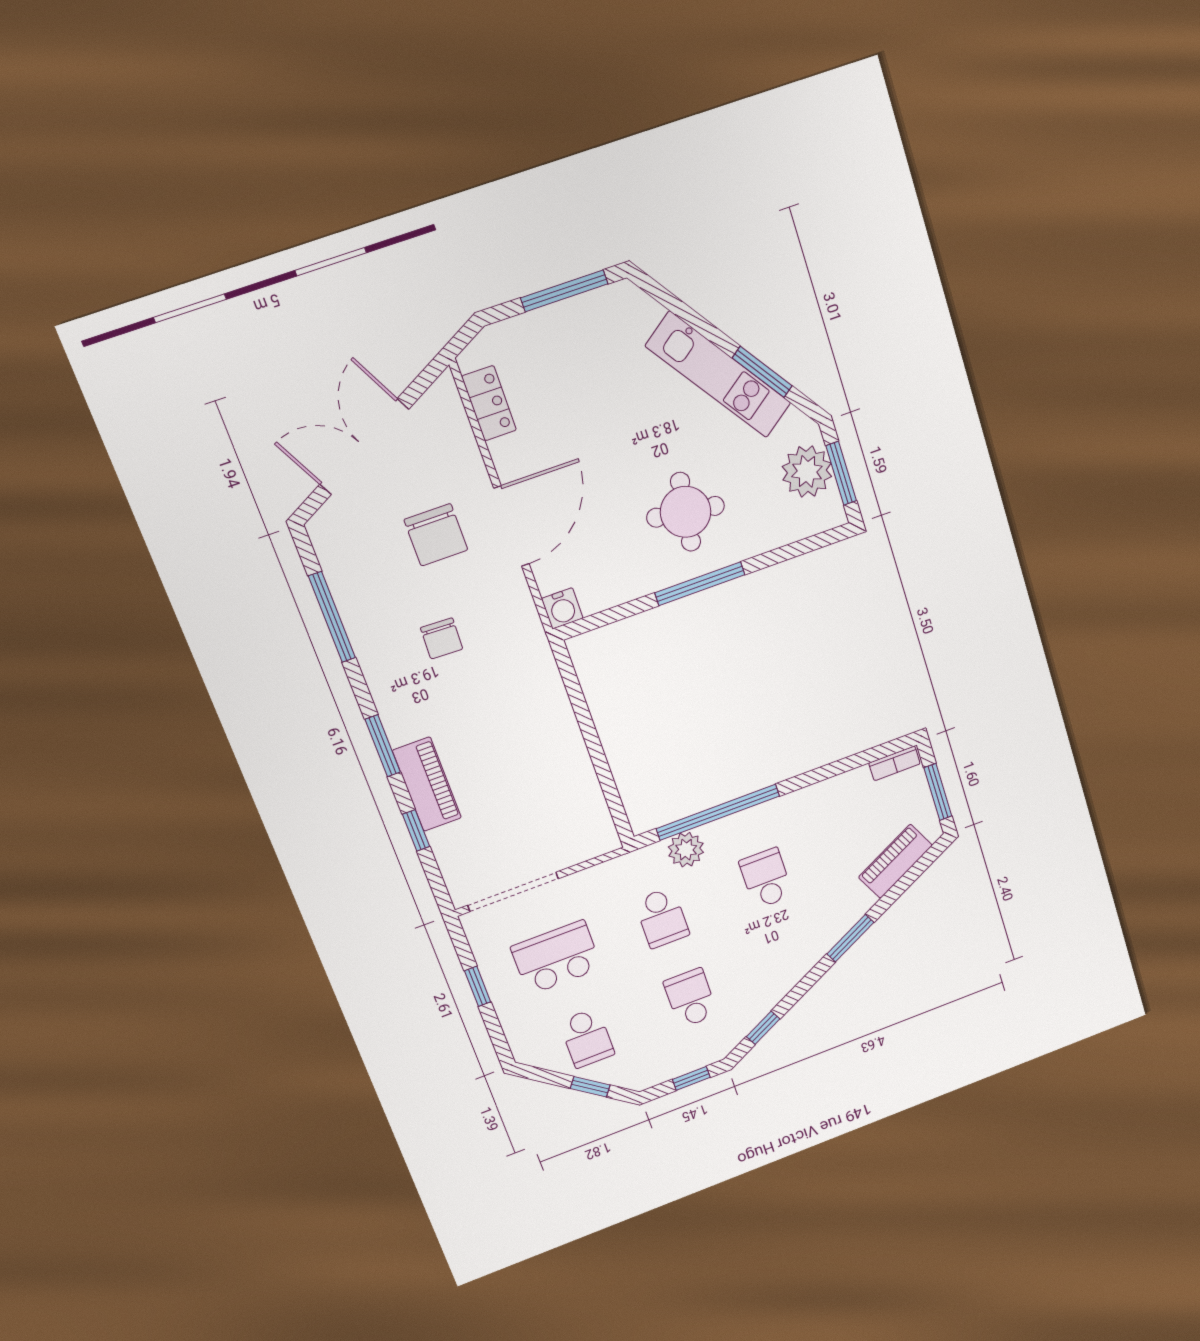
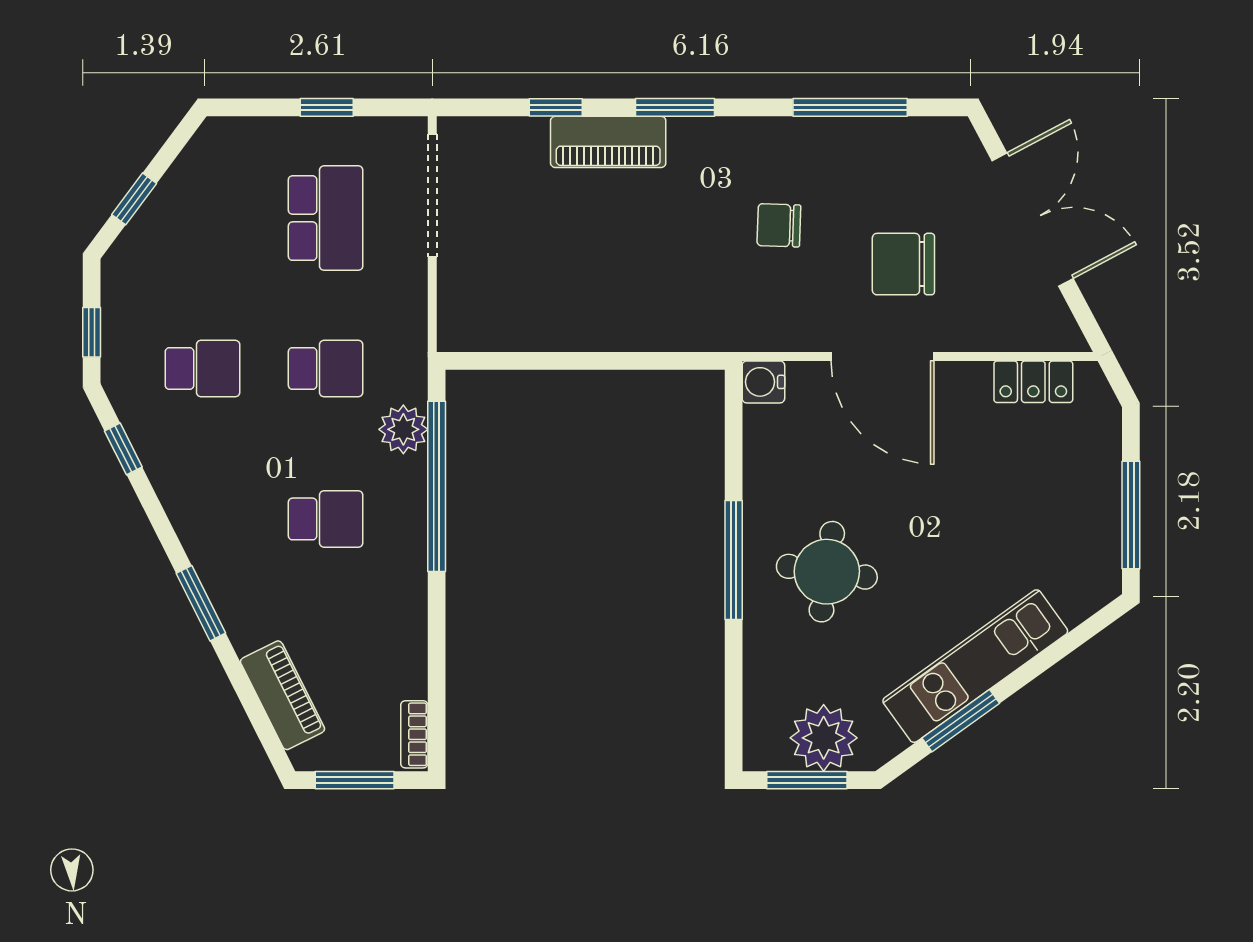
school desk: (662, 918) -> (326, 369), turned 180
school desk: (587, 1038) -> (203, 218), removed

